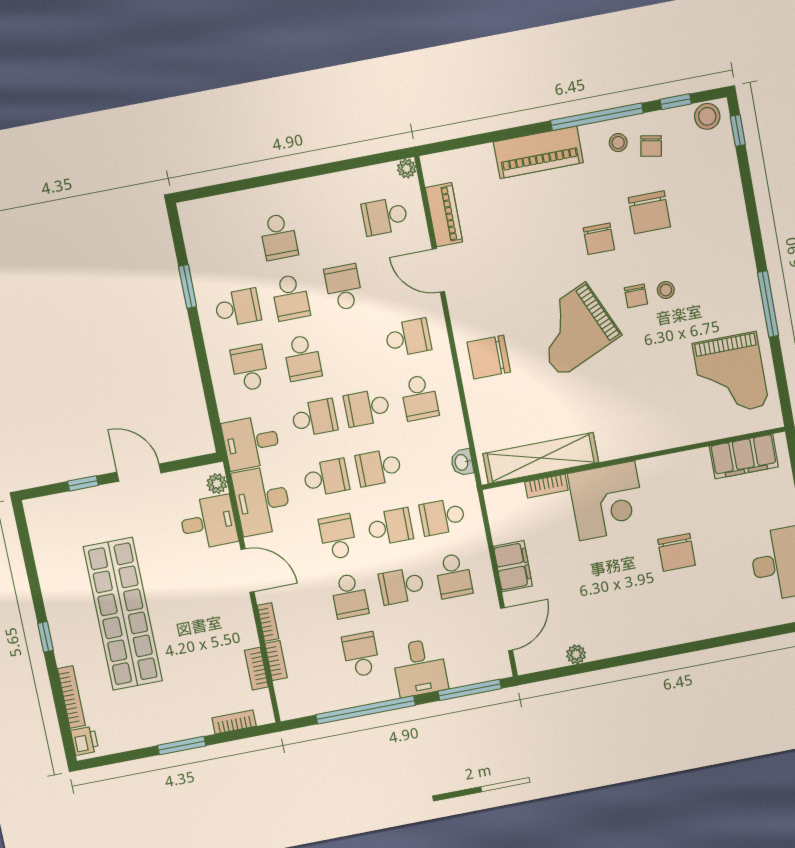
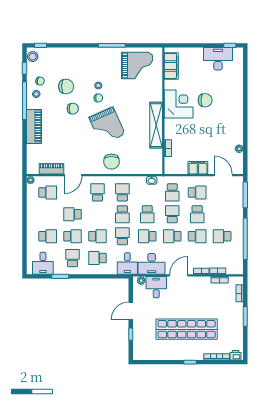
school desk: (385, 216) -> (48, 192), turned -90
school desk: (420, 398) -> (122, 192), turned -90
shelving: (541, 458) -> (156, 125), moved
school desk: (326, 478) -> (147, 236), turned -90
corner desk: (607, 501) -> (179, 104), moved
desk: (420, 668) -> (43, 263), moved, turned 90

